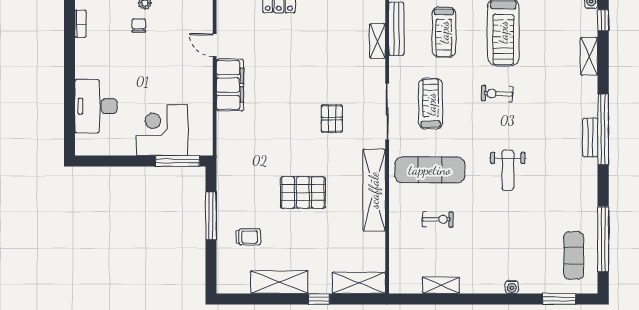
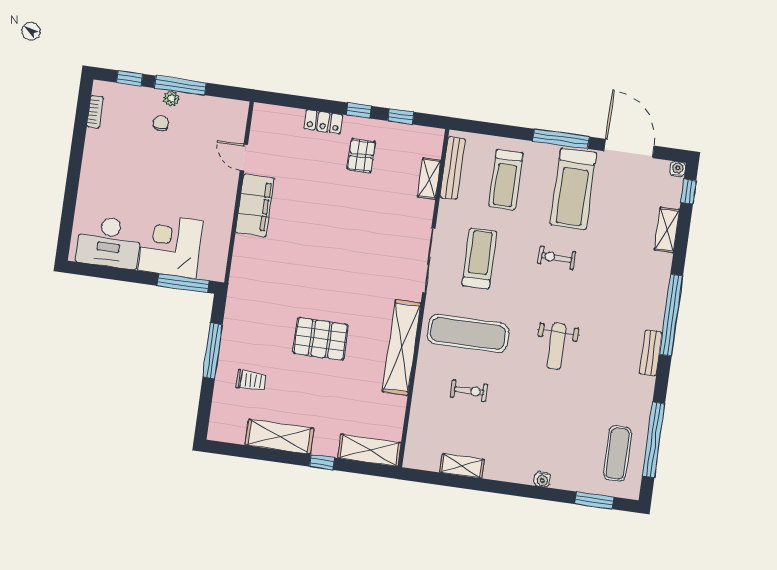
desk: (96, 106) -> (109, 242), moved, turned -90
pallet: (332, 119) -> (361, 156), moved
bench: (590, 137) -> (651, 353), moved

